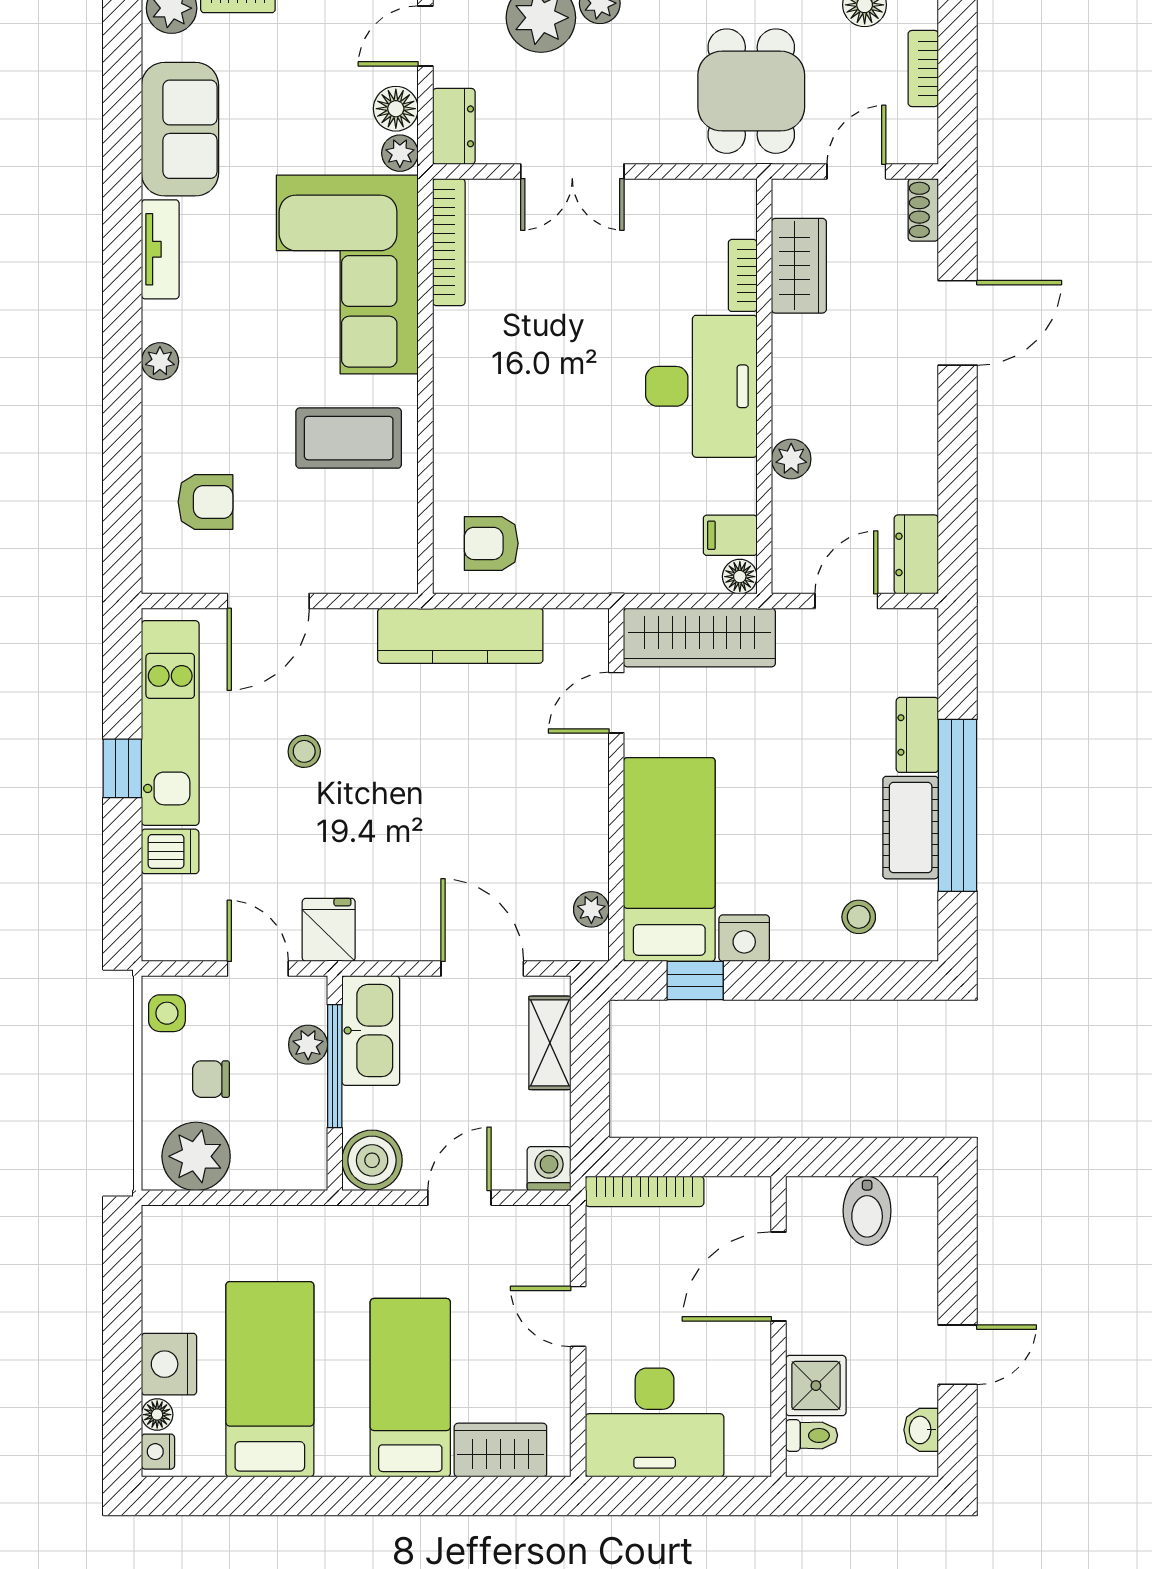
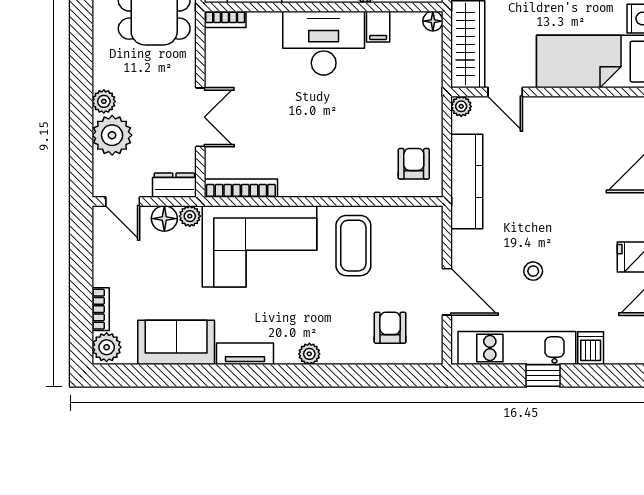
bookcase: (743, 275) -> (225, 19), moved
filing cabinet: (730, 535) -> (378, 27), moved
armchair: (491, 543) -> (414, 164), turned 180
plant: (591, 909) -> (461, 106), moved

